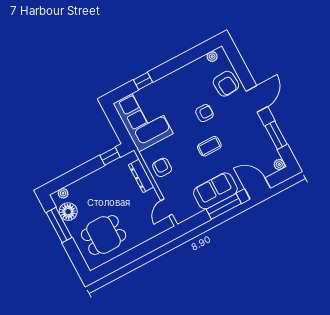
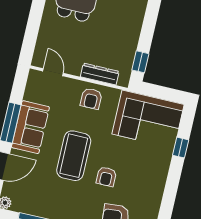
coffee table: (209, 146) -> (74, 156), width x1.86, depth x1.72
armchair: (162, 167) -> (91, 99), turned 90

